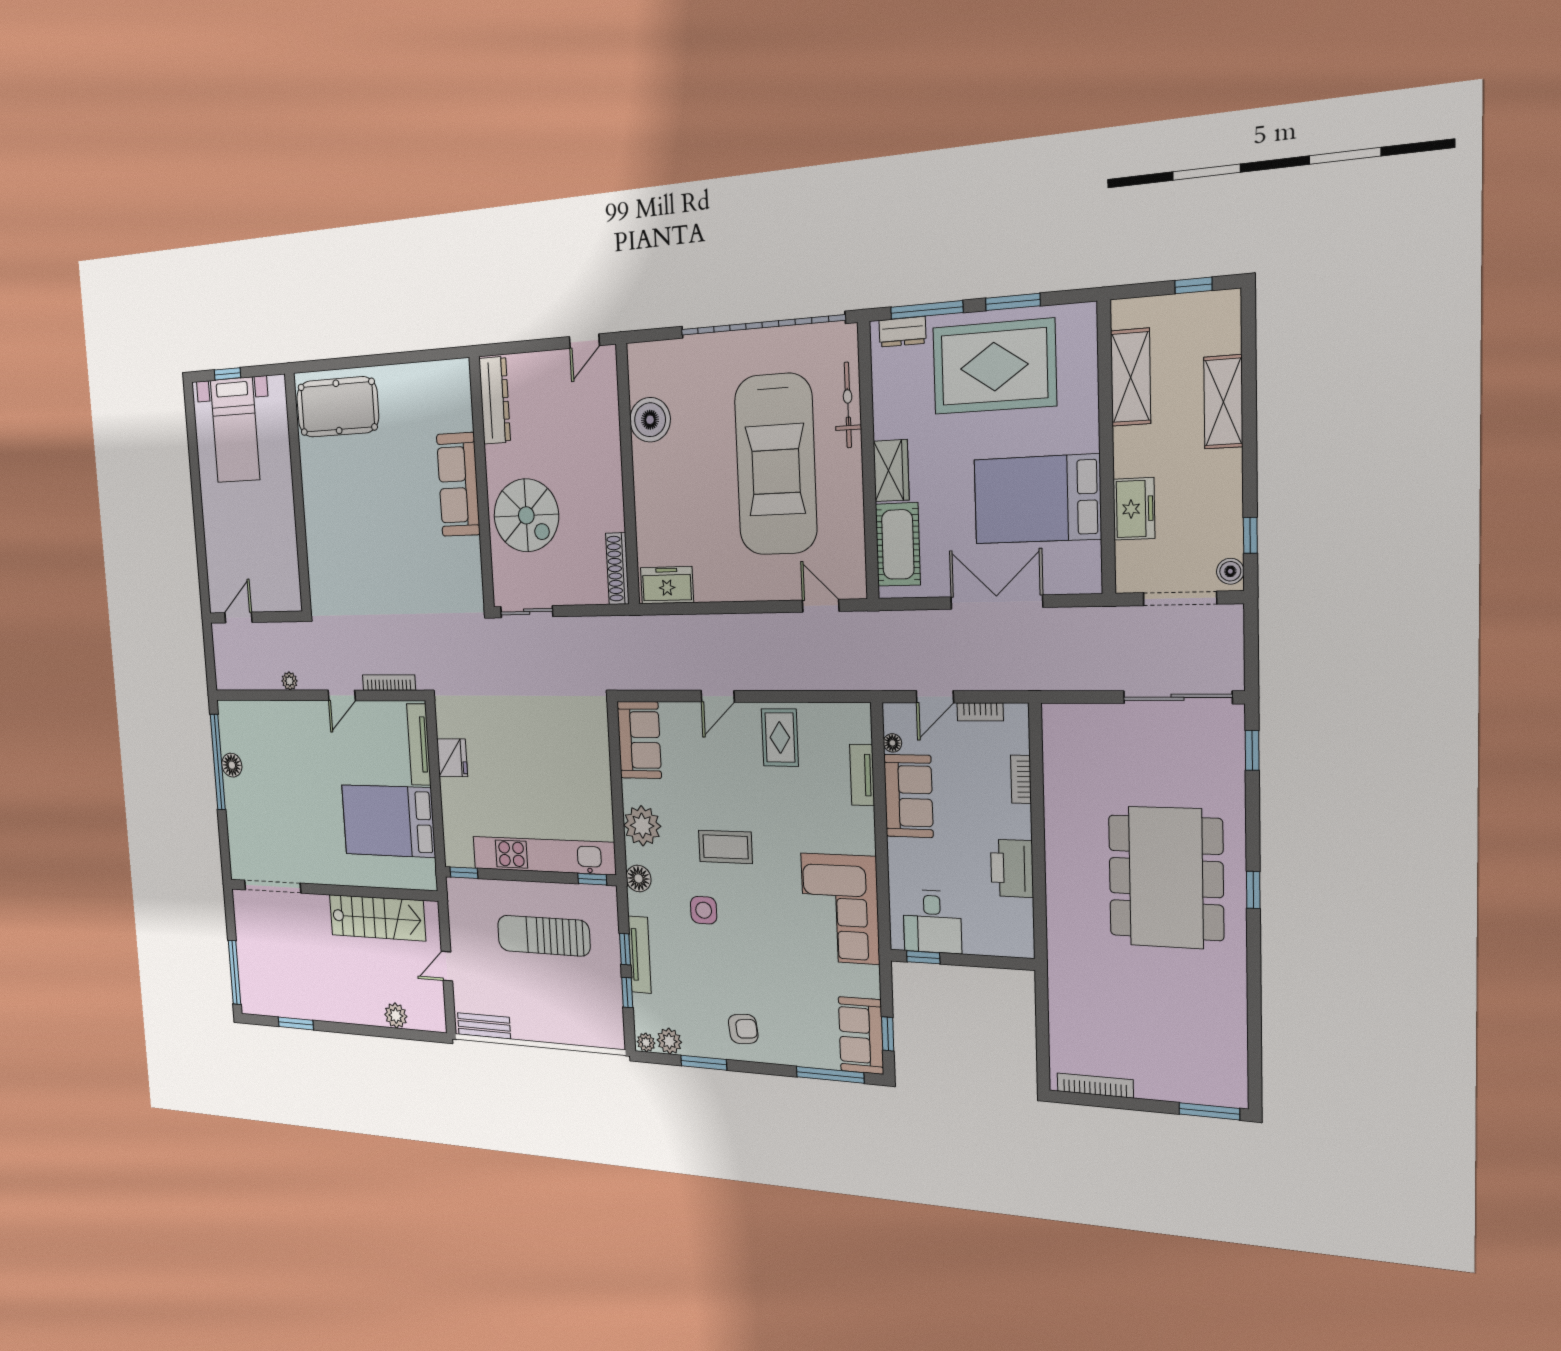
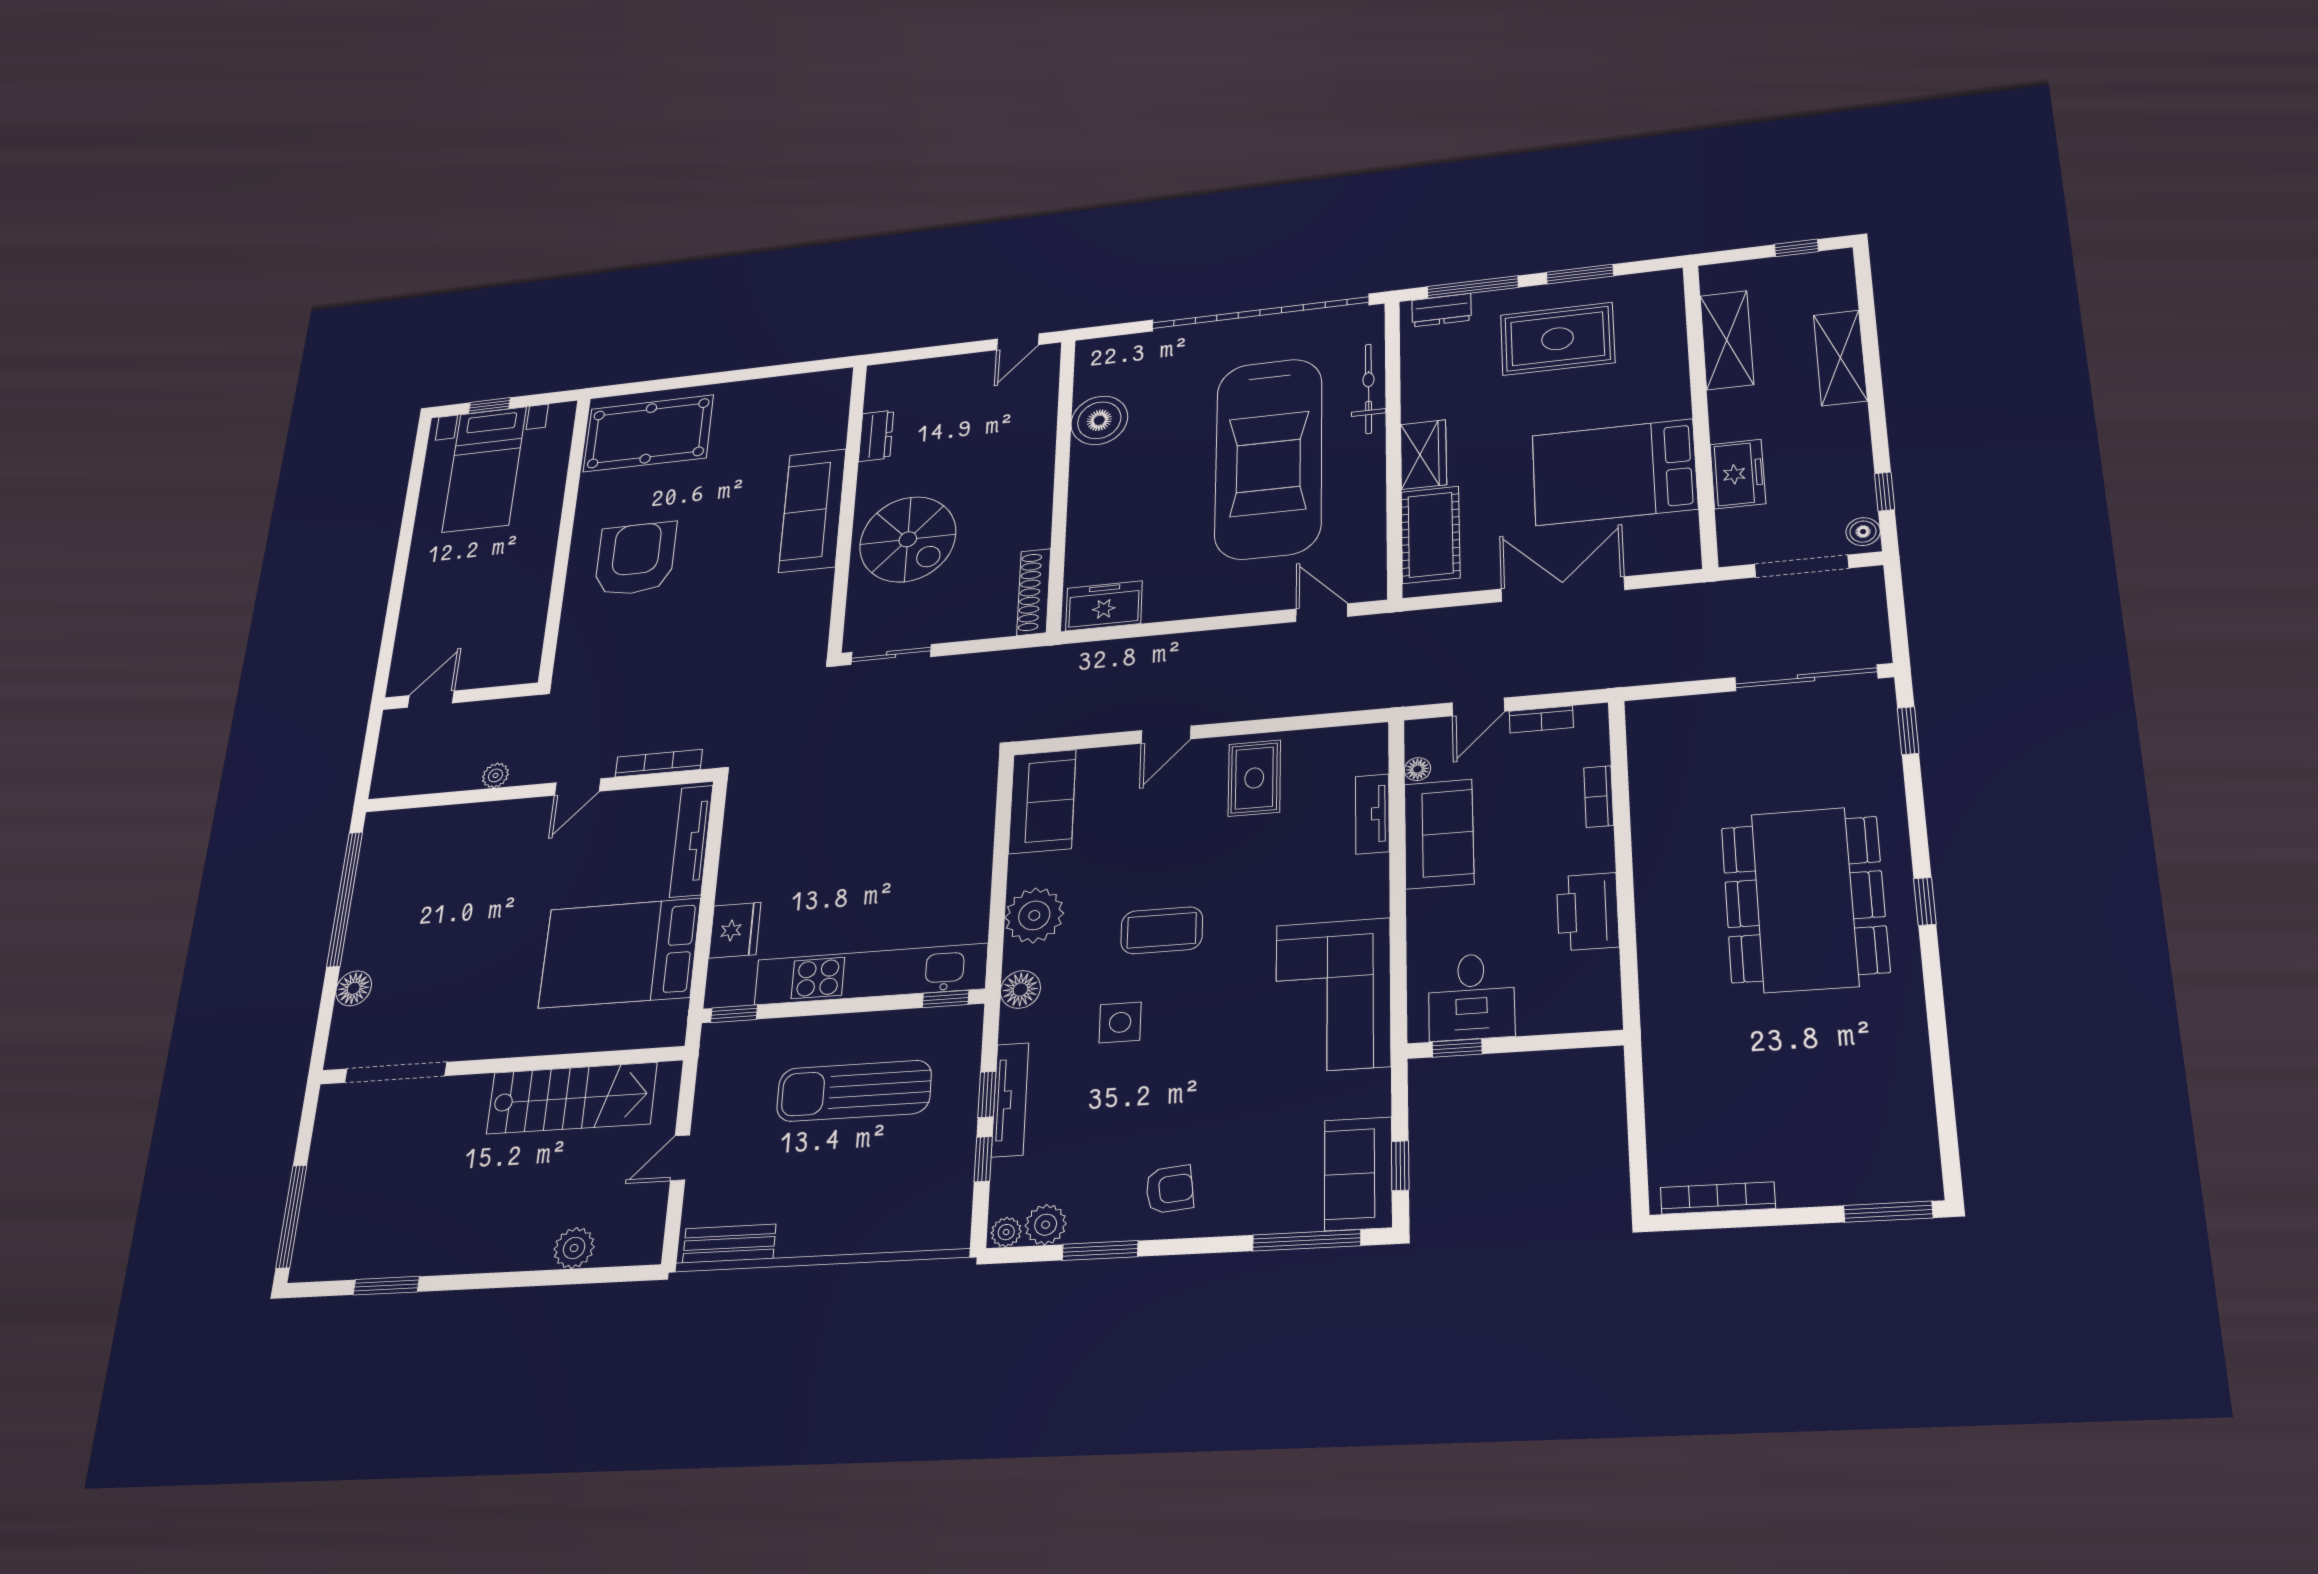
rug: (994, 367) -> (1558, 339), width x0.73, depth x0.69
dresser: (495, 400) -> (876, 436), width x0.51, depth x0.80
armchair: (347, 516) -> (636, 559), added
fridge: (452, 758) -> (735, 930), moved
floor lamp: (232, 765) -> (354, 988), moved

